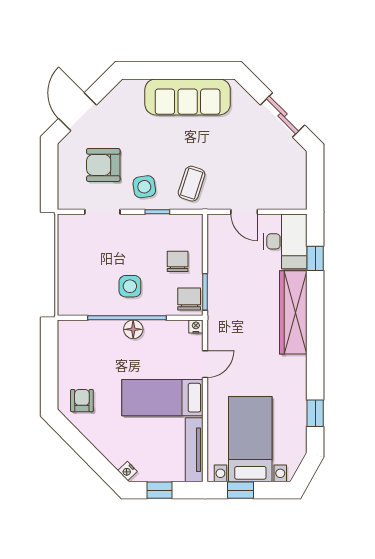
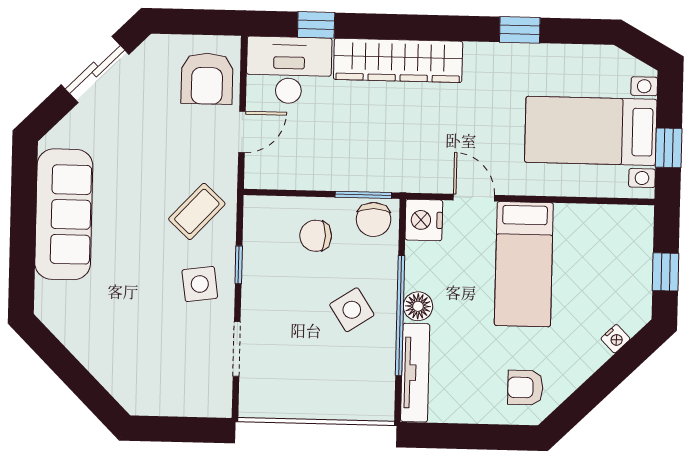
door: (78, 112) -> (82, 384), removed
armchair: (103, 165) -> (207, 79), moved
coffee table: (192, 184) -> (197, 211), turned -65
side table: (130, 286) -> (352, 310), turned -33
chair: (189, 299) -> (374, 219), turned -90
nightstand: (196, 326) -> (424, 220), width x1.89, depth x1.79
window: (315, 413) -> (520, 30), moved
tv unit: (194, 450) -> (415, 373), moved, turned -90
nightstand: (127, 471) -> (615, 339), moved

